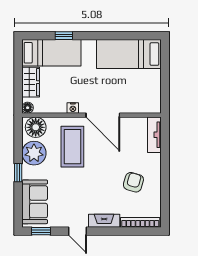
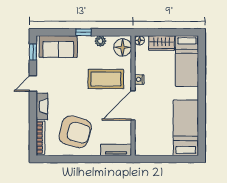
window: (64, 36) -> (202, 72), removed
plant: (34, 153) -> (100, 41), width x0.53, depth x0.53
armchair: (133, 182) -> (75, 132), width x1.88, depth x1.88

